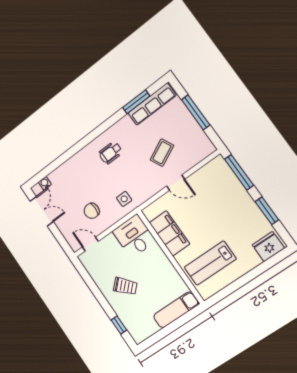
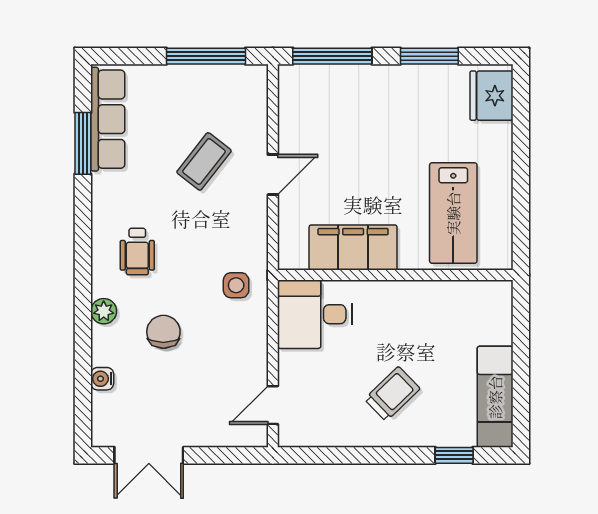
window: (196, 112) -> (206, 56), moved
coffee table: (162, 153) -> (204, 161), turned 64
plant: (80, 157) -> (104, 311), added
water cooler: (45, 183) -> (102, 379), moved
double door: (42, 211) -> (149, 455), swing flipped
chair: (92, 211) -> (163, 332), moved, turned 180
exam couch: (176, 310) -> (495, 397), moved

